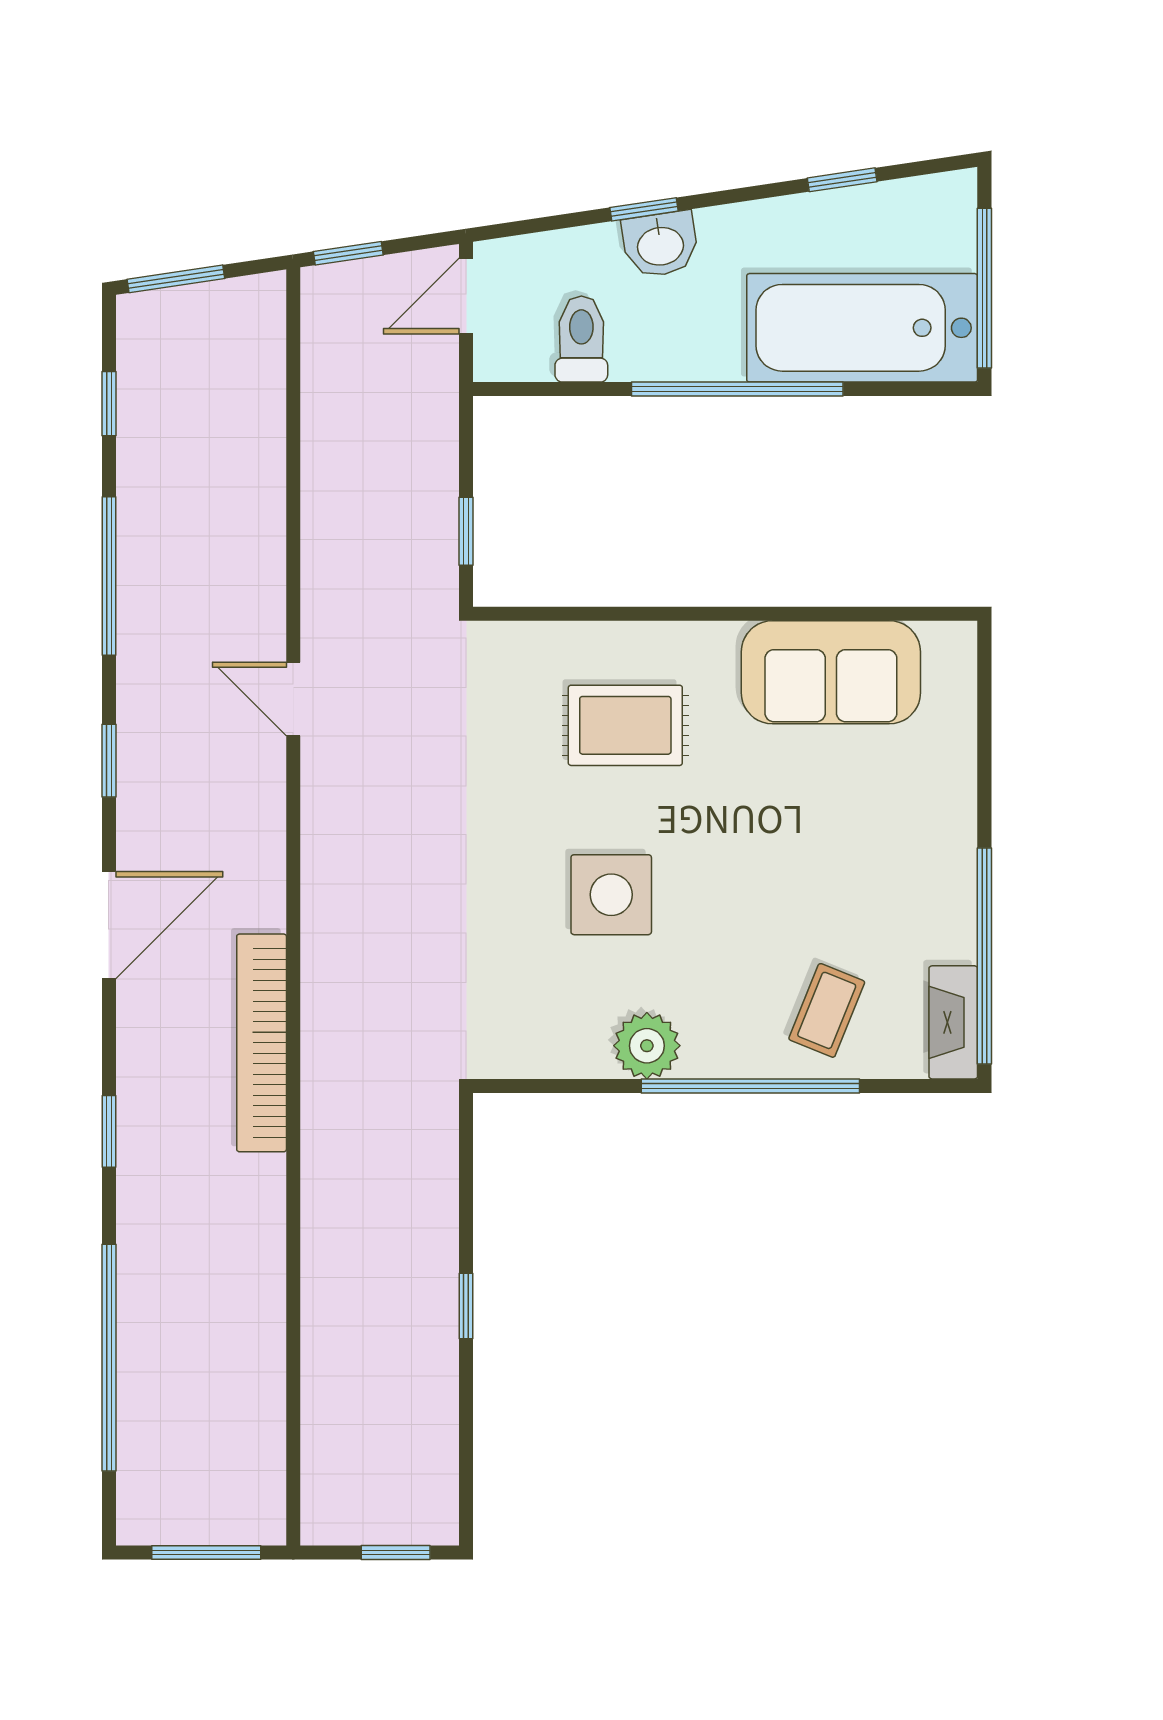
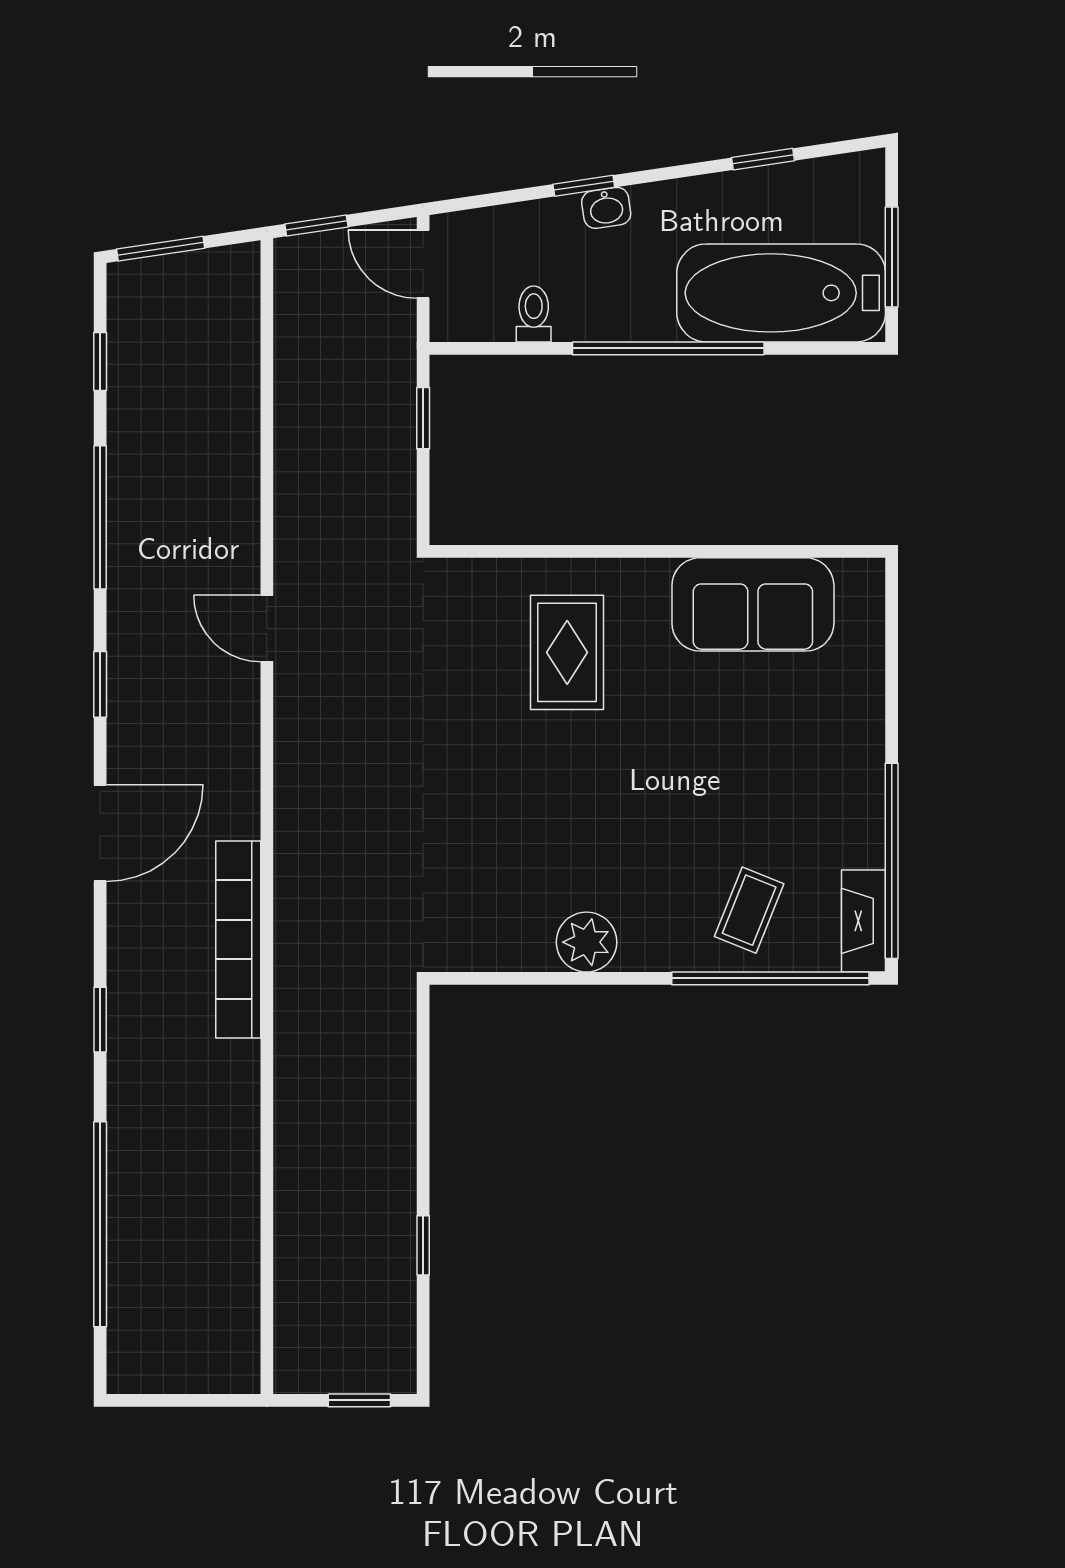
washbasin: (660, 244) -> (606, 208), width x0.72, depth x0.69
window: (984, 288) -> (892, 257), width x0.69
door: (466, 296) -> (423, 264), hinge flipped
toilet: (581, 339) -> (534, 314), width x0.73, depth x0.72
window: (466, 531) -> (423, 418), moved
rug: (625, 725) -> (567, 652), turned 90
side table: (611, 895) -> (554, 806), removed
window: (750, 1086) -> (770, 978), moved
window: (466, 1306) -> (423, 1245), moved
window: (206, 1552) -> (188, 1400), removed

